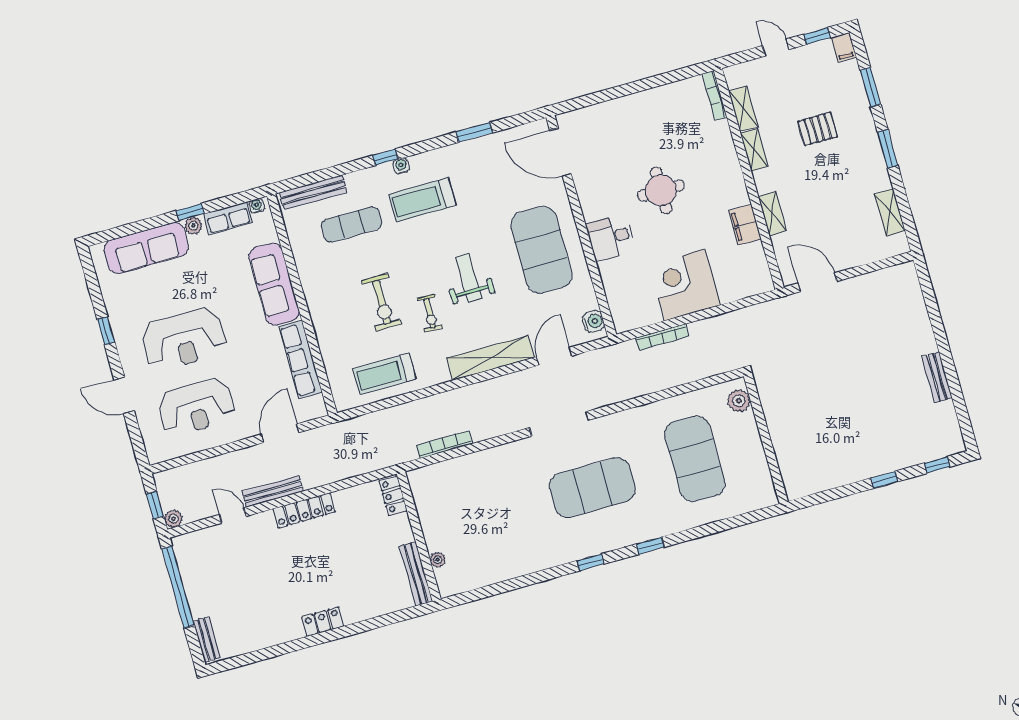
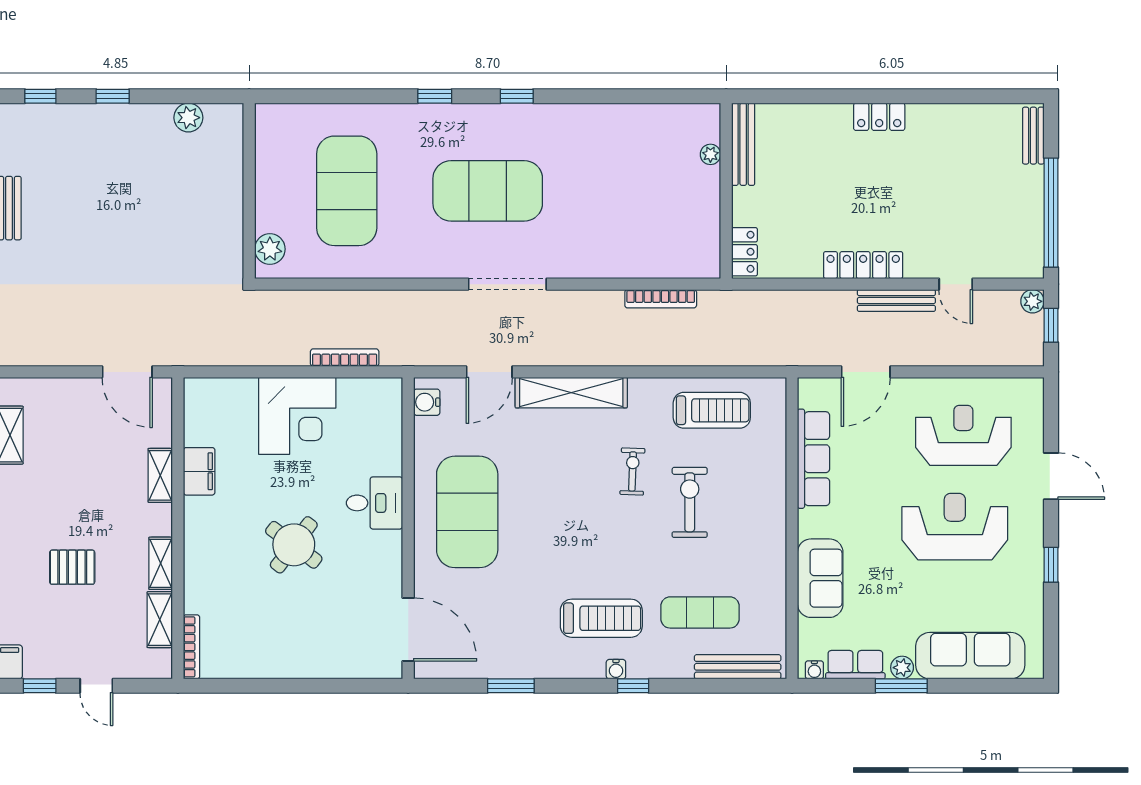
round table: (661, 190) -> (294, 545), turned 37
window: (190, 212) -> (901, 686), width x1.50
weight bench: (468, 278) -> (570, 503), removed
sofa: (274, 284) -> (820, 578), width x0.73
plant: (825, 480) -> (188, 118), added

